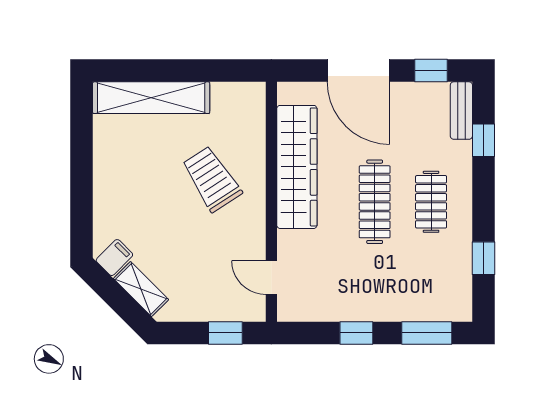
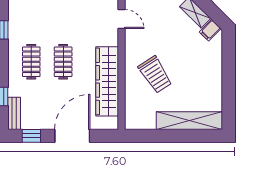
door: (358, 71) -> (72, 136), hinge flipped
clothes rail: (375, 202) -> (63, 62), width x0.73

